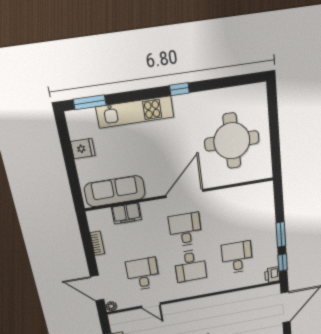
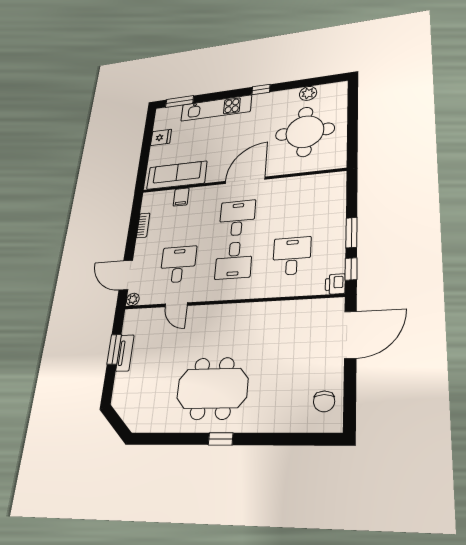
plant: (229, 96) -> (308, 93), added
filing cabinet: (126, 213) -> (181, 197), width x0.50

